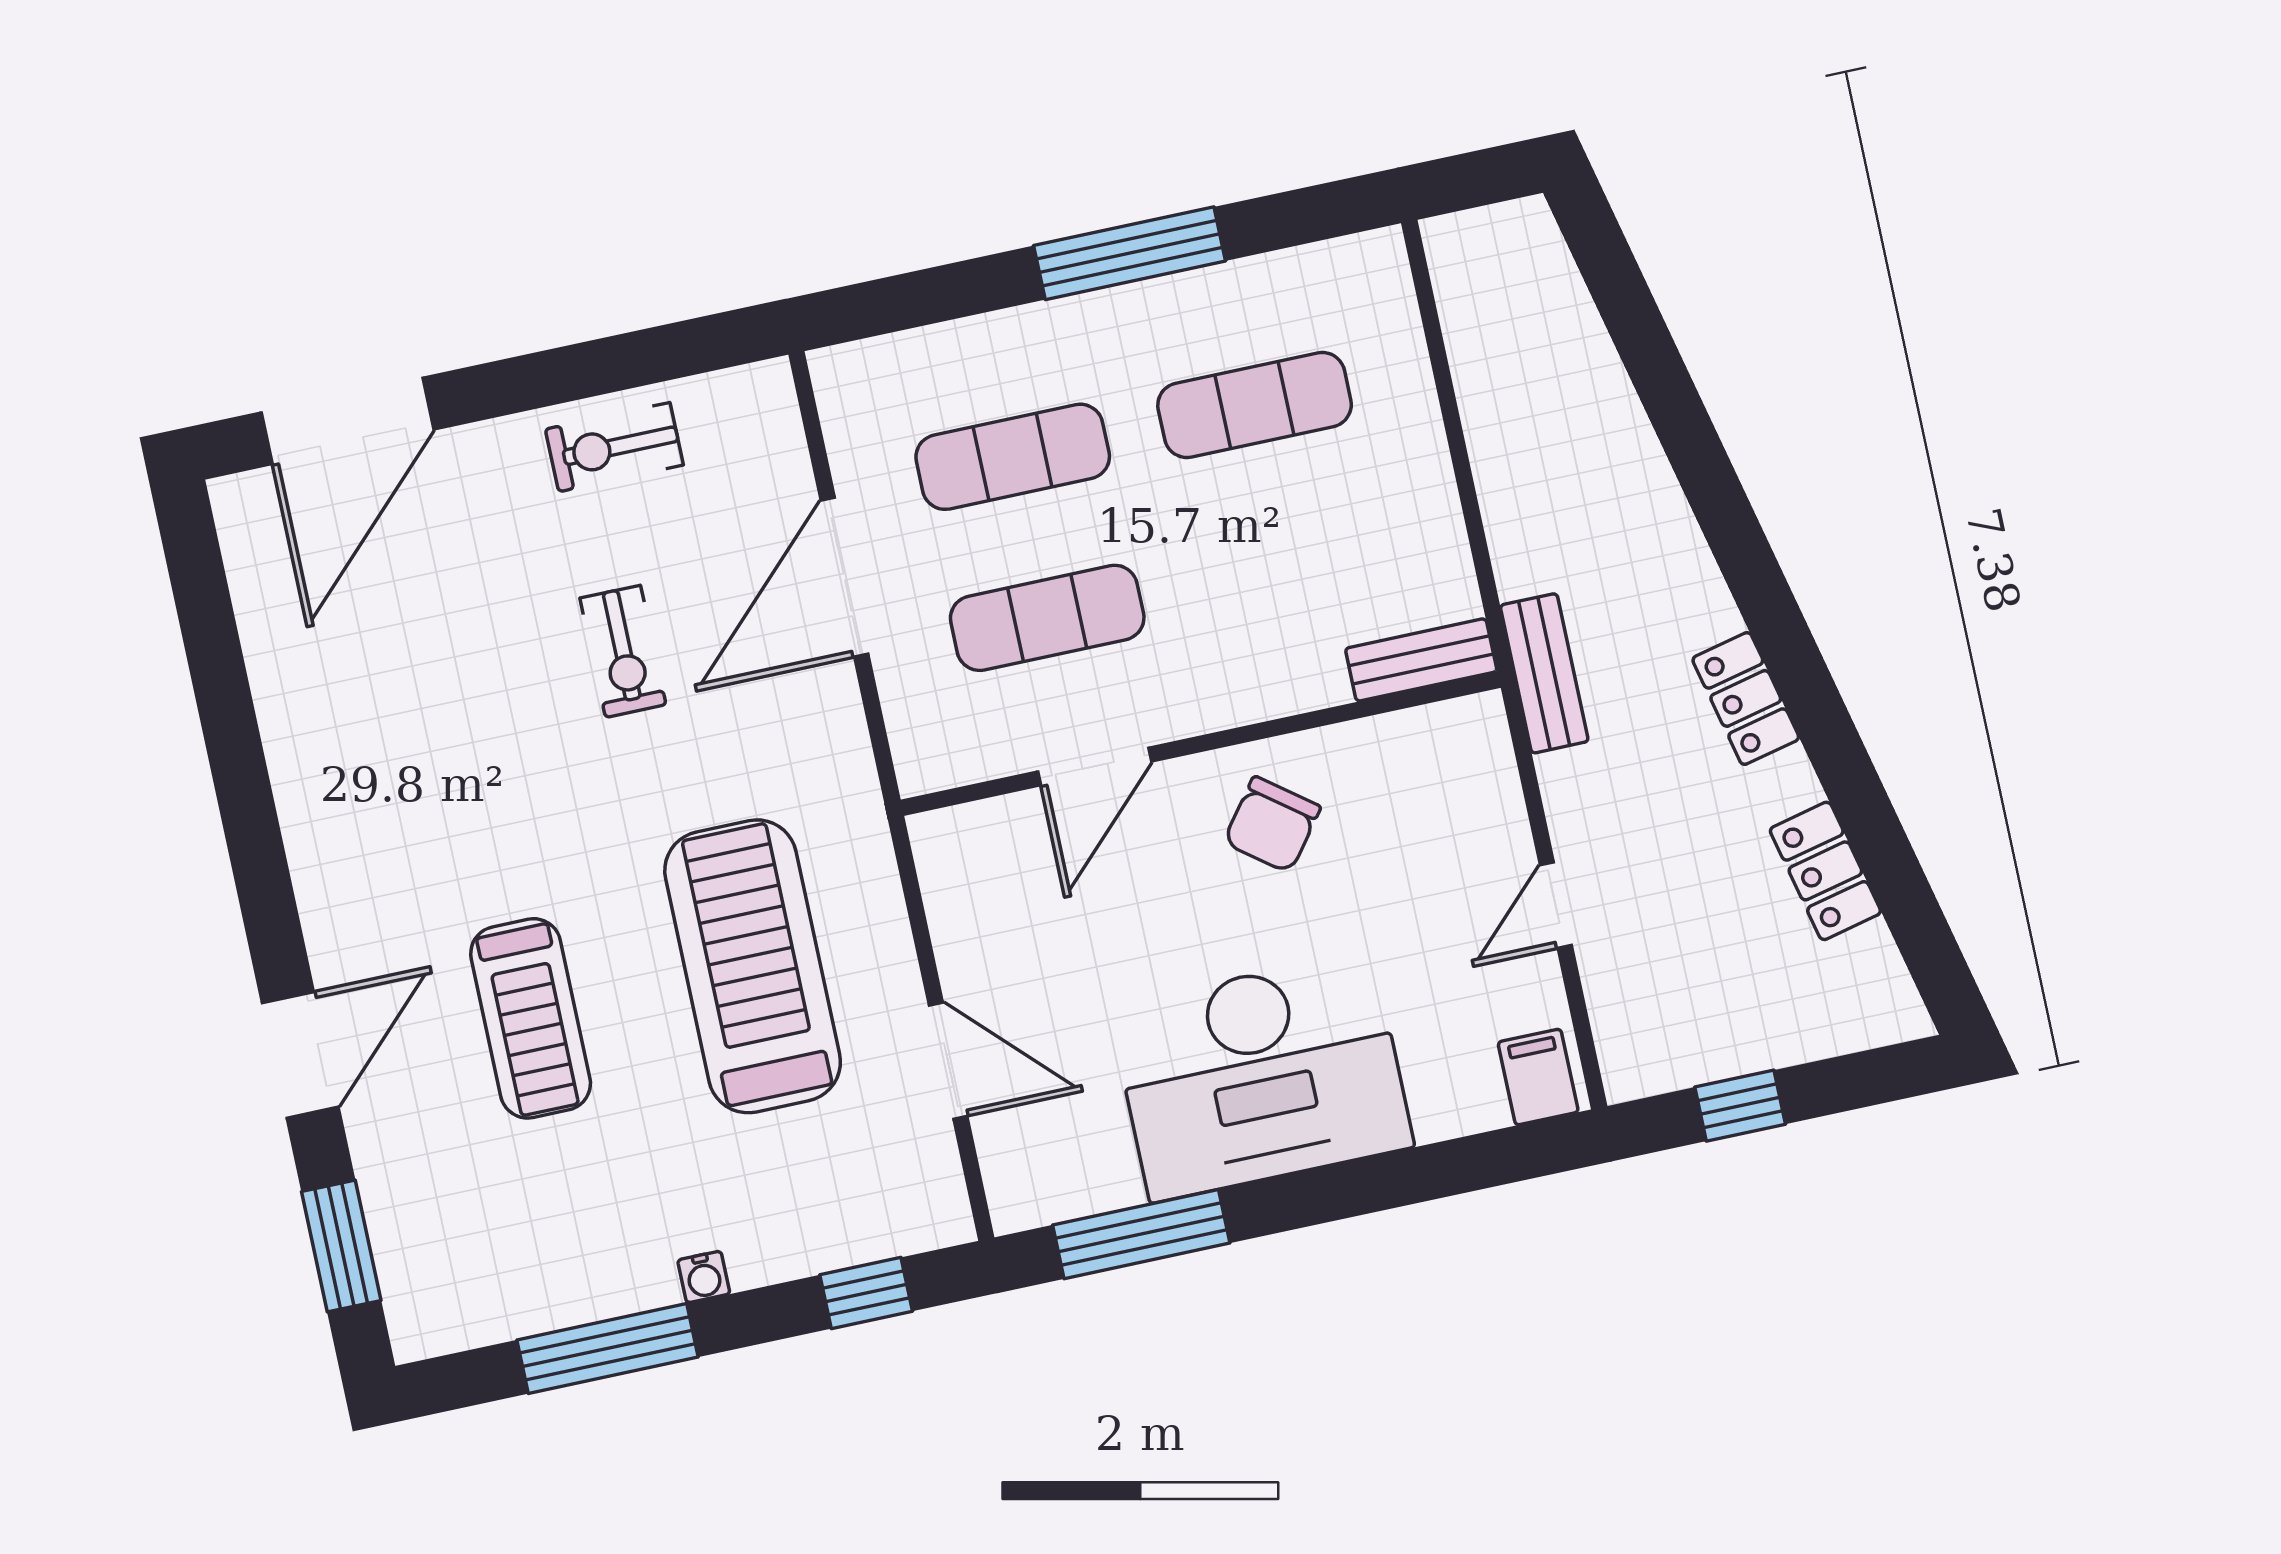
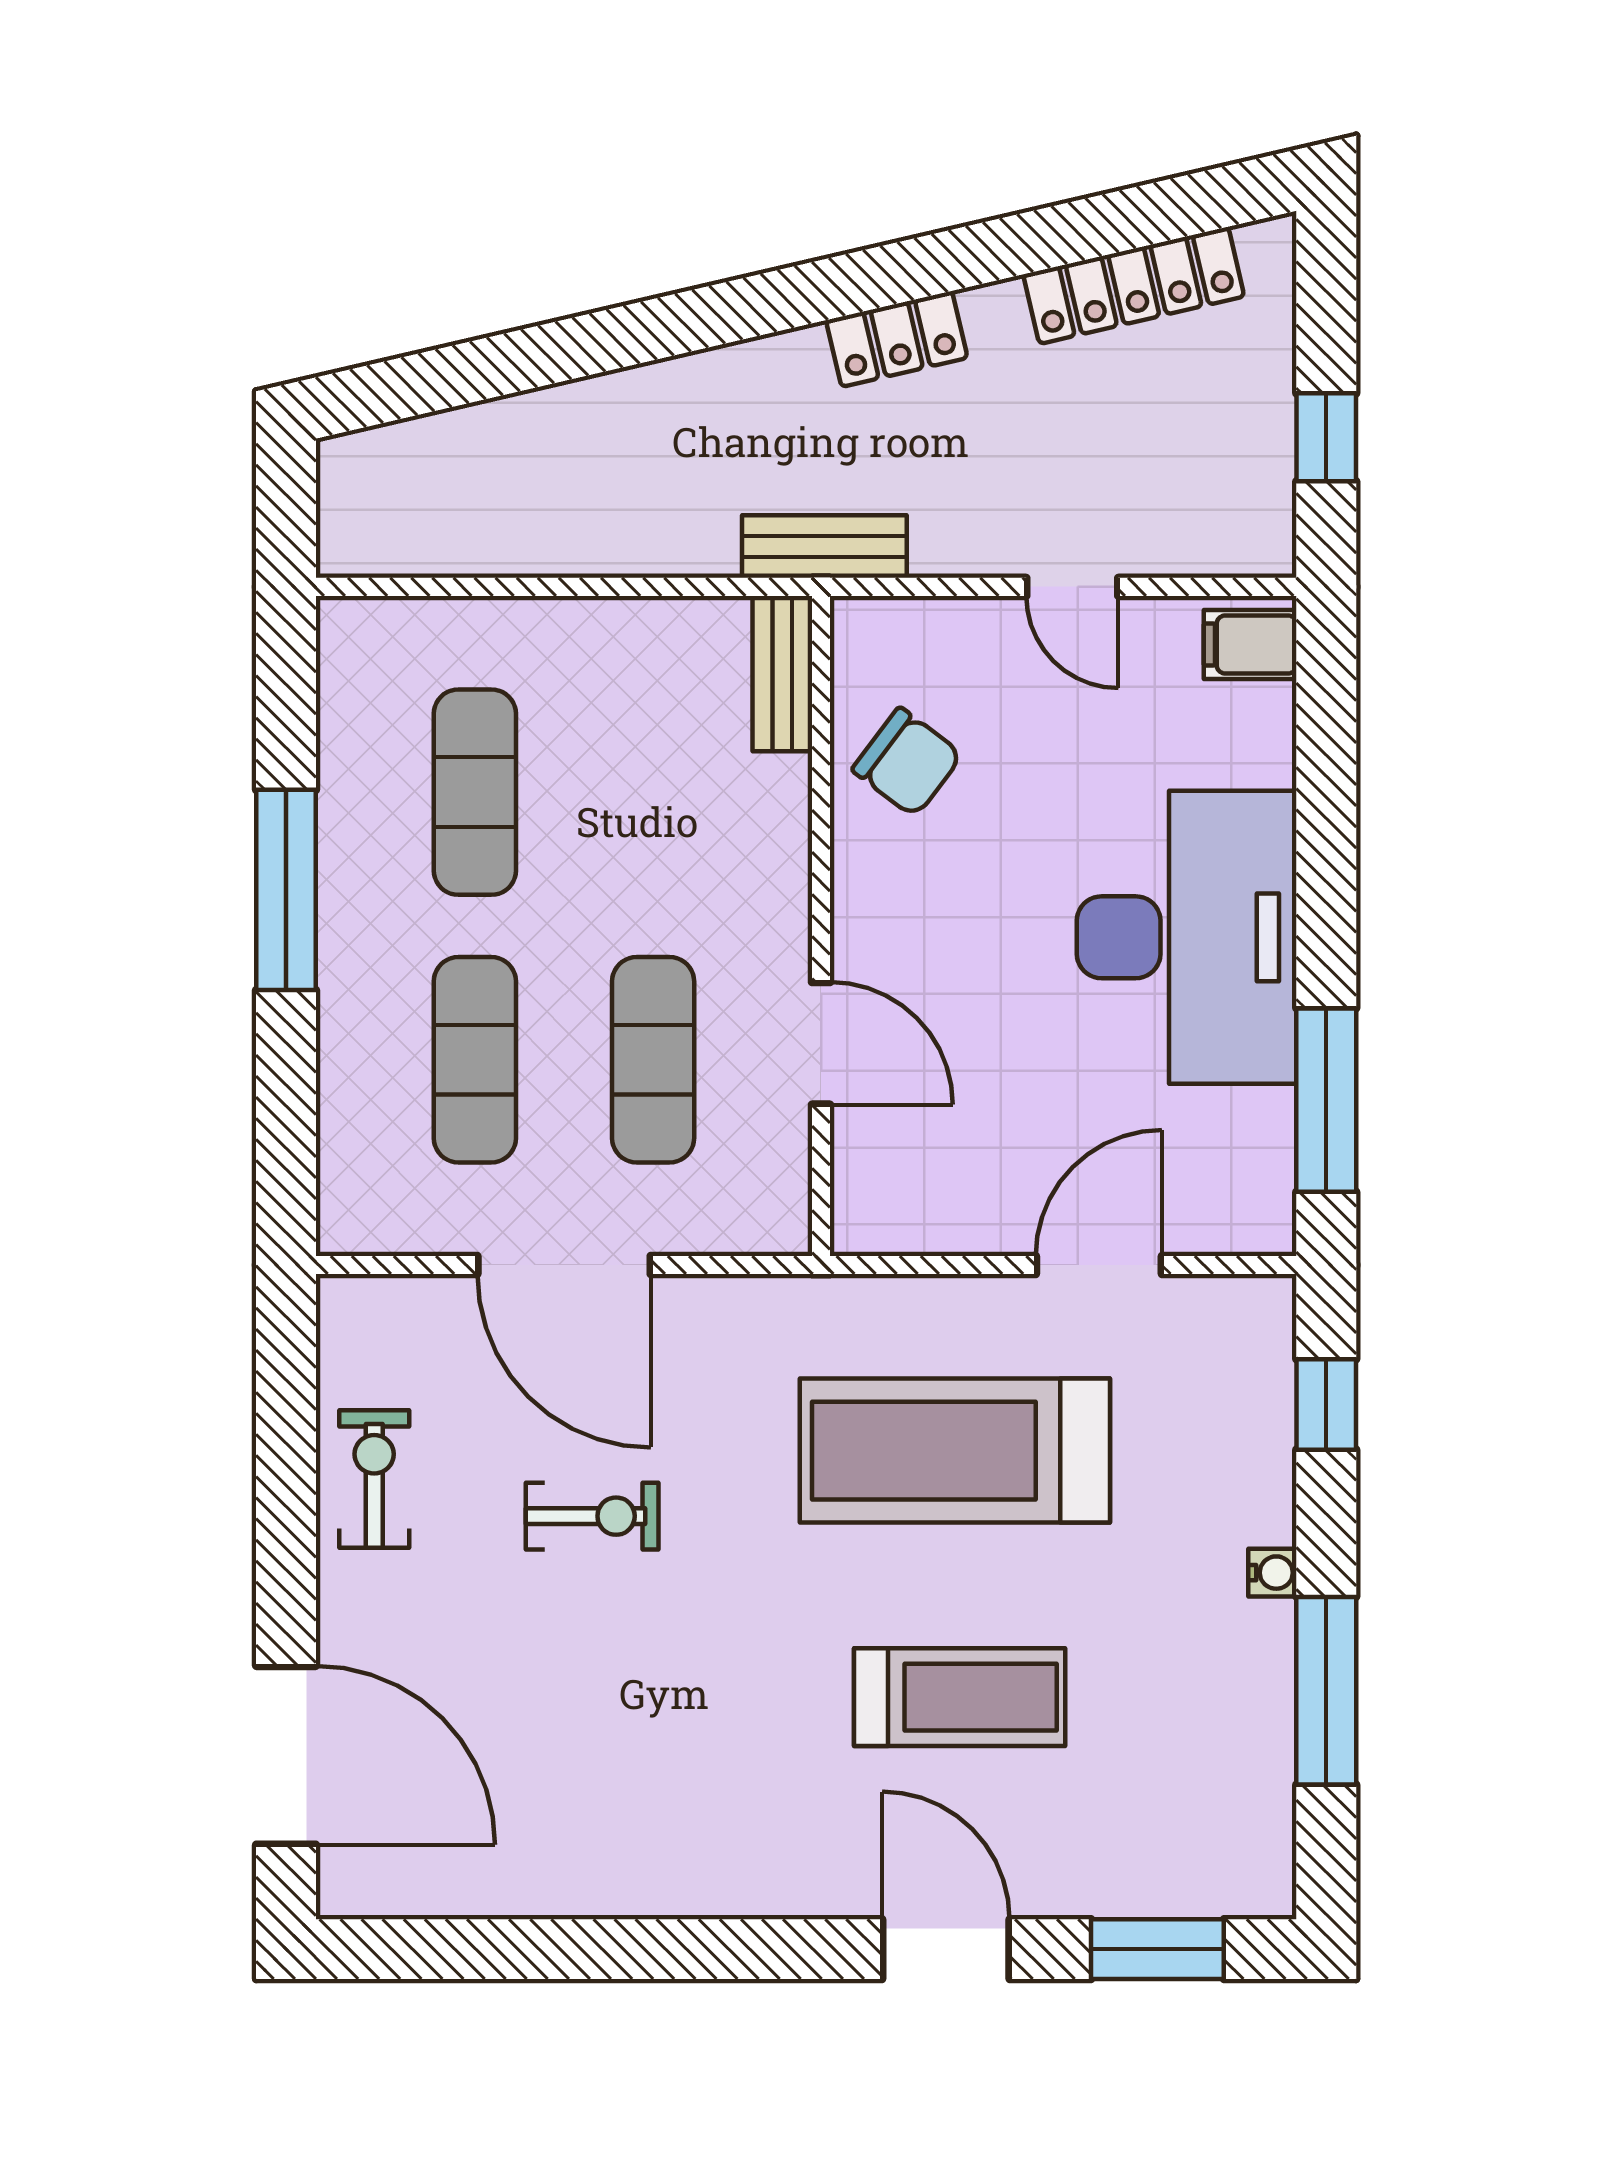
exercise bike: (614, 447) -> (374, 1479), turned 180
chair: (1272, 825) -> (907, 762), moved
locker: (1825, 871) -> (1134, 285), width x1.53

